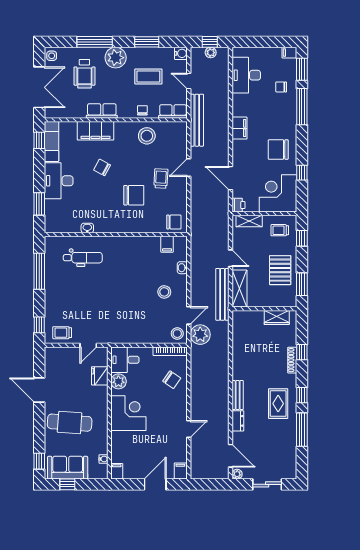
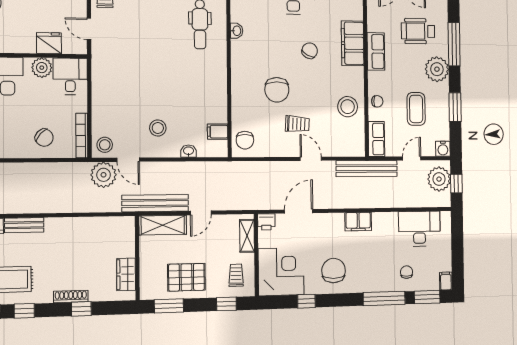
plant: (211, 53) -> (439, 179), width x1.87, depth x1.87
chair: (172, 380) -> (44, 138), turned -82

